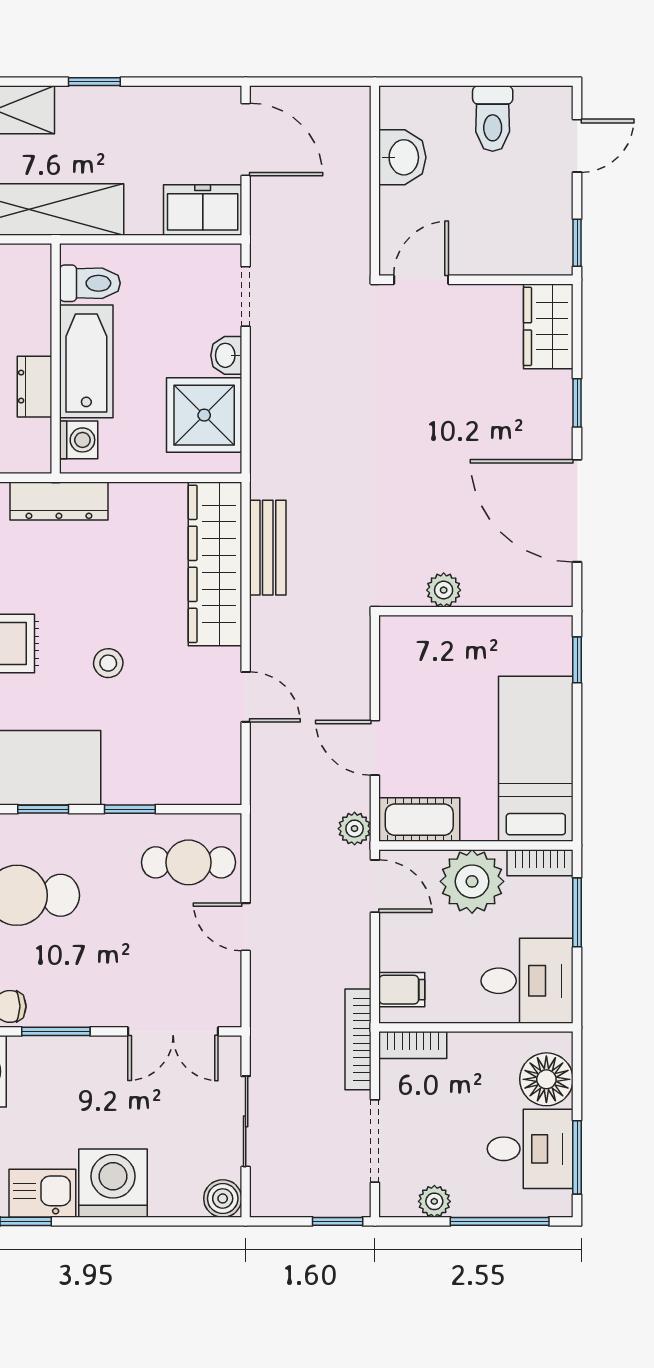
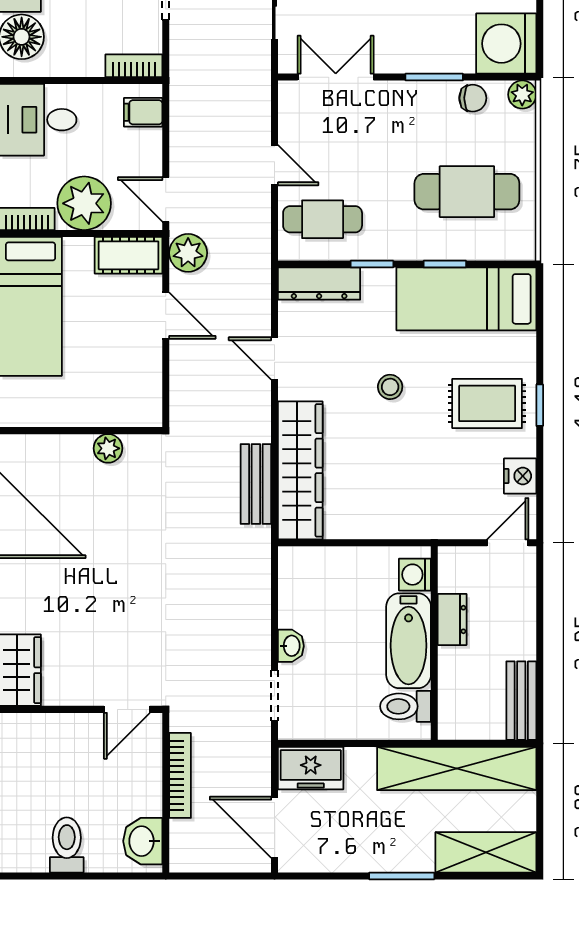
window: (94, 82) -> (402, 876), width x1.50
washbasin: (402, 157) -> (143, 841), moved
shower: (204, 415) -> (309, 596), removed
dresser: (59, 501) -> (319, 284), moved, turned 180
plant: (355, 829) -> (188, 253), width x1.38, depth x1.38
bookcase: (358, 1039) -> (180, 775), moved

